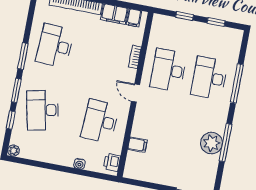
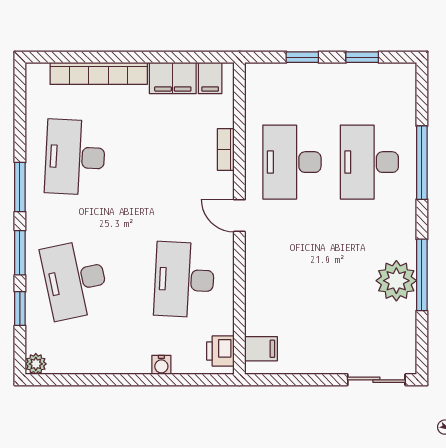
filing cabinet: (137, 145) -> (261, 349), moved

